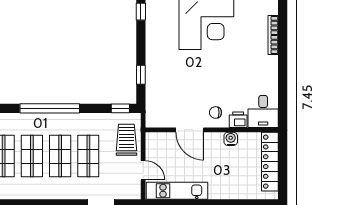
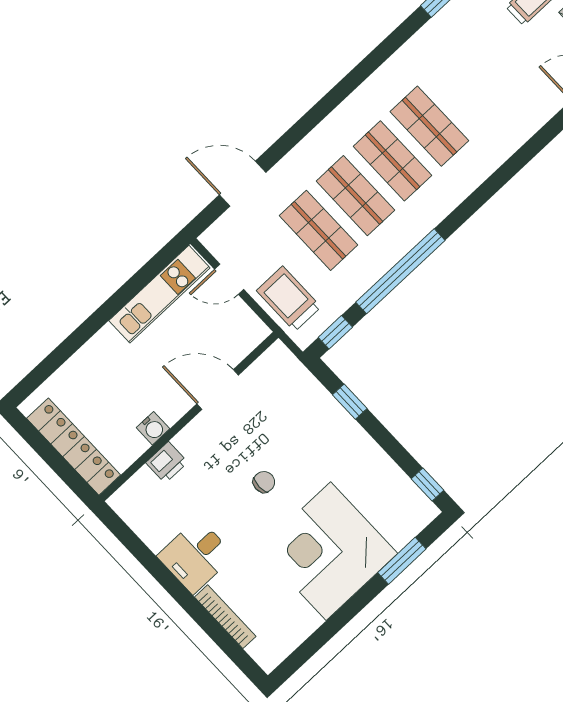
window: (50, 108) -> (400, 271), moved
chair: (215, 112) -> (264, 482), moved
desk: (263, 112) -> (196, 556), moved, turned -90
trolley: (126, 140) -> (289, 299), turned 180

